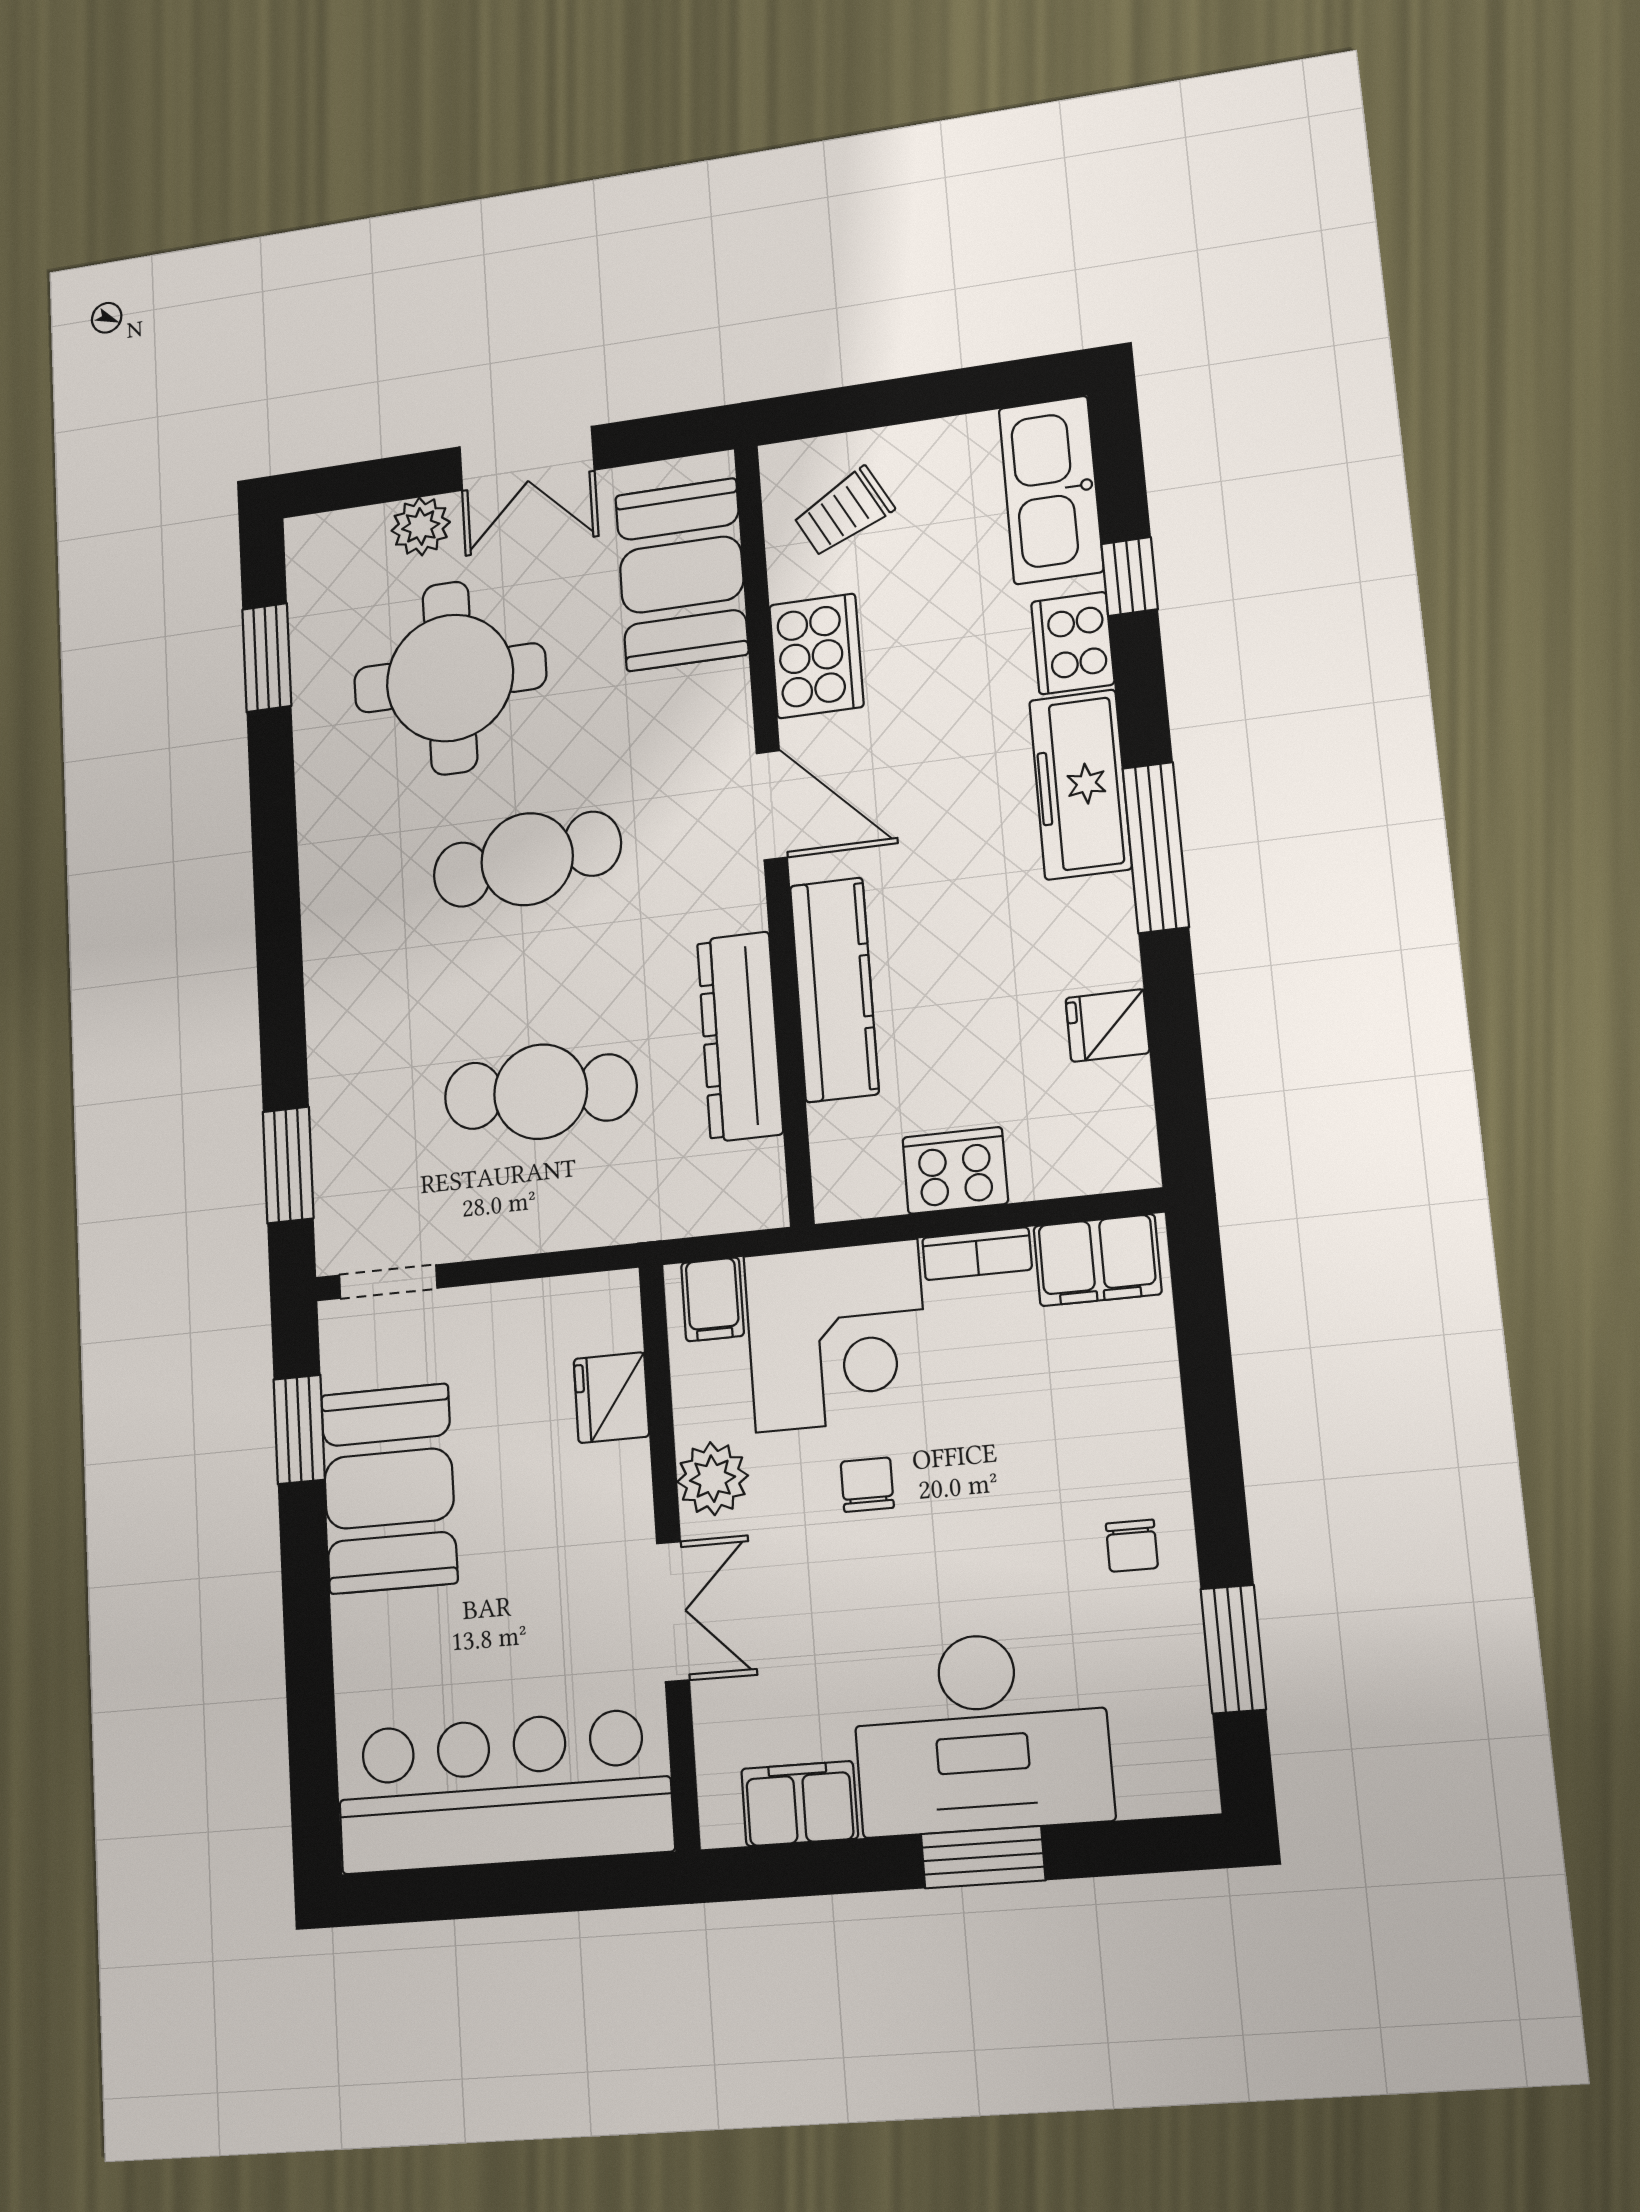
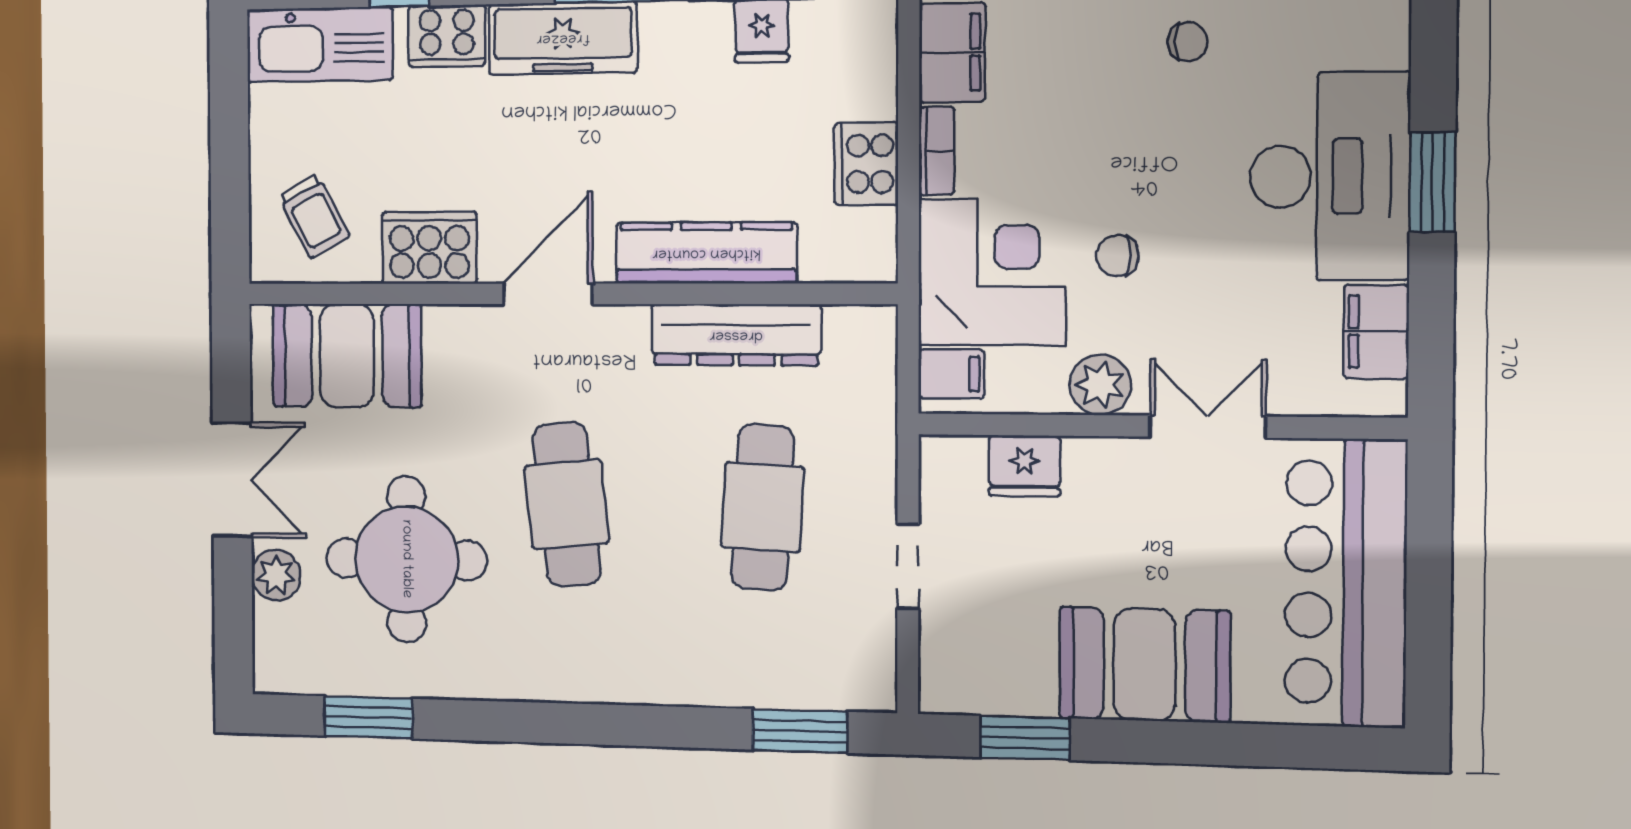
doorway: (388, 1282) -> (908, 567), moved
booth: (389, 1489) -> (1144, 665), moved

